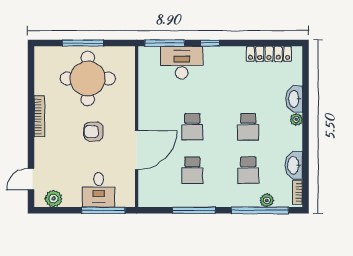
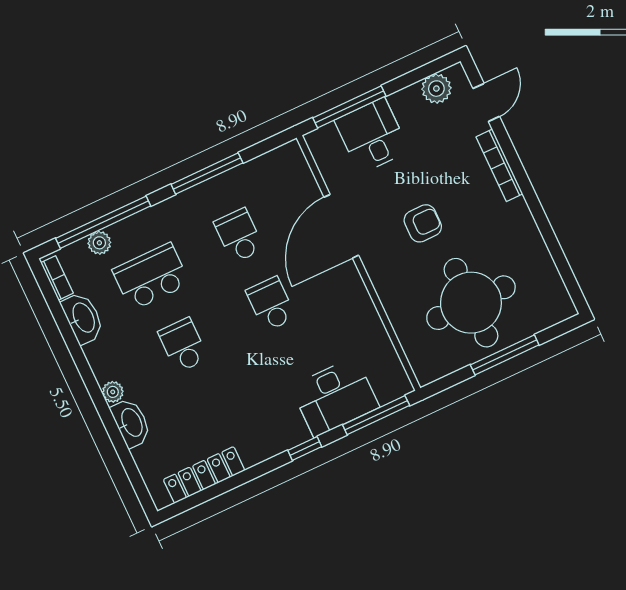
bookcase: (39, 116) -> (499, 165), moved
school desk: (248, 170) -> (151, 277), width x1.85

